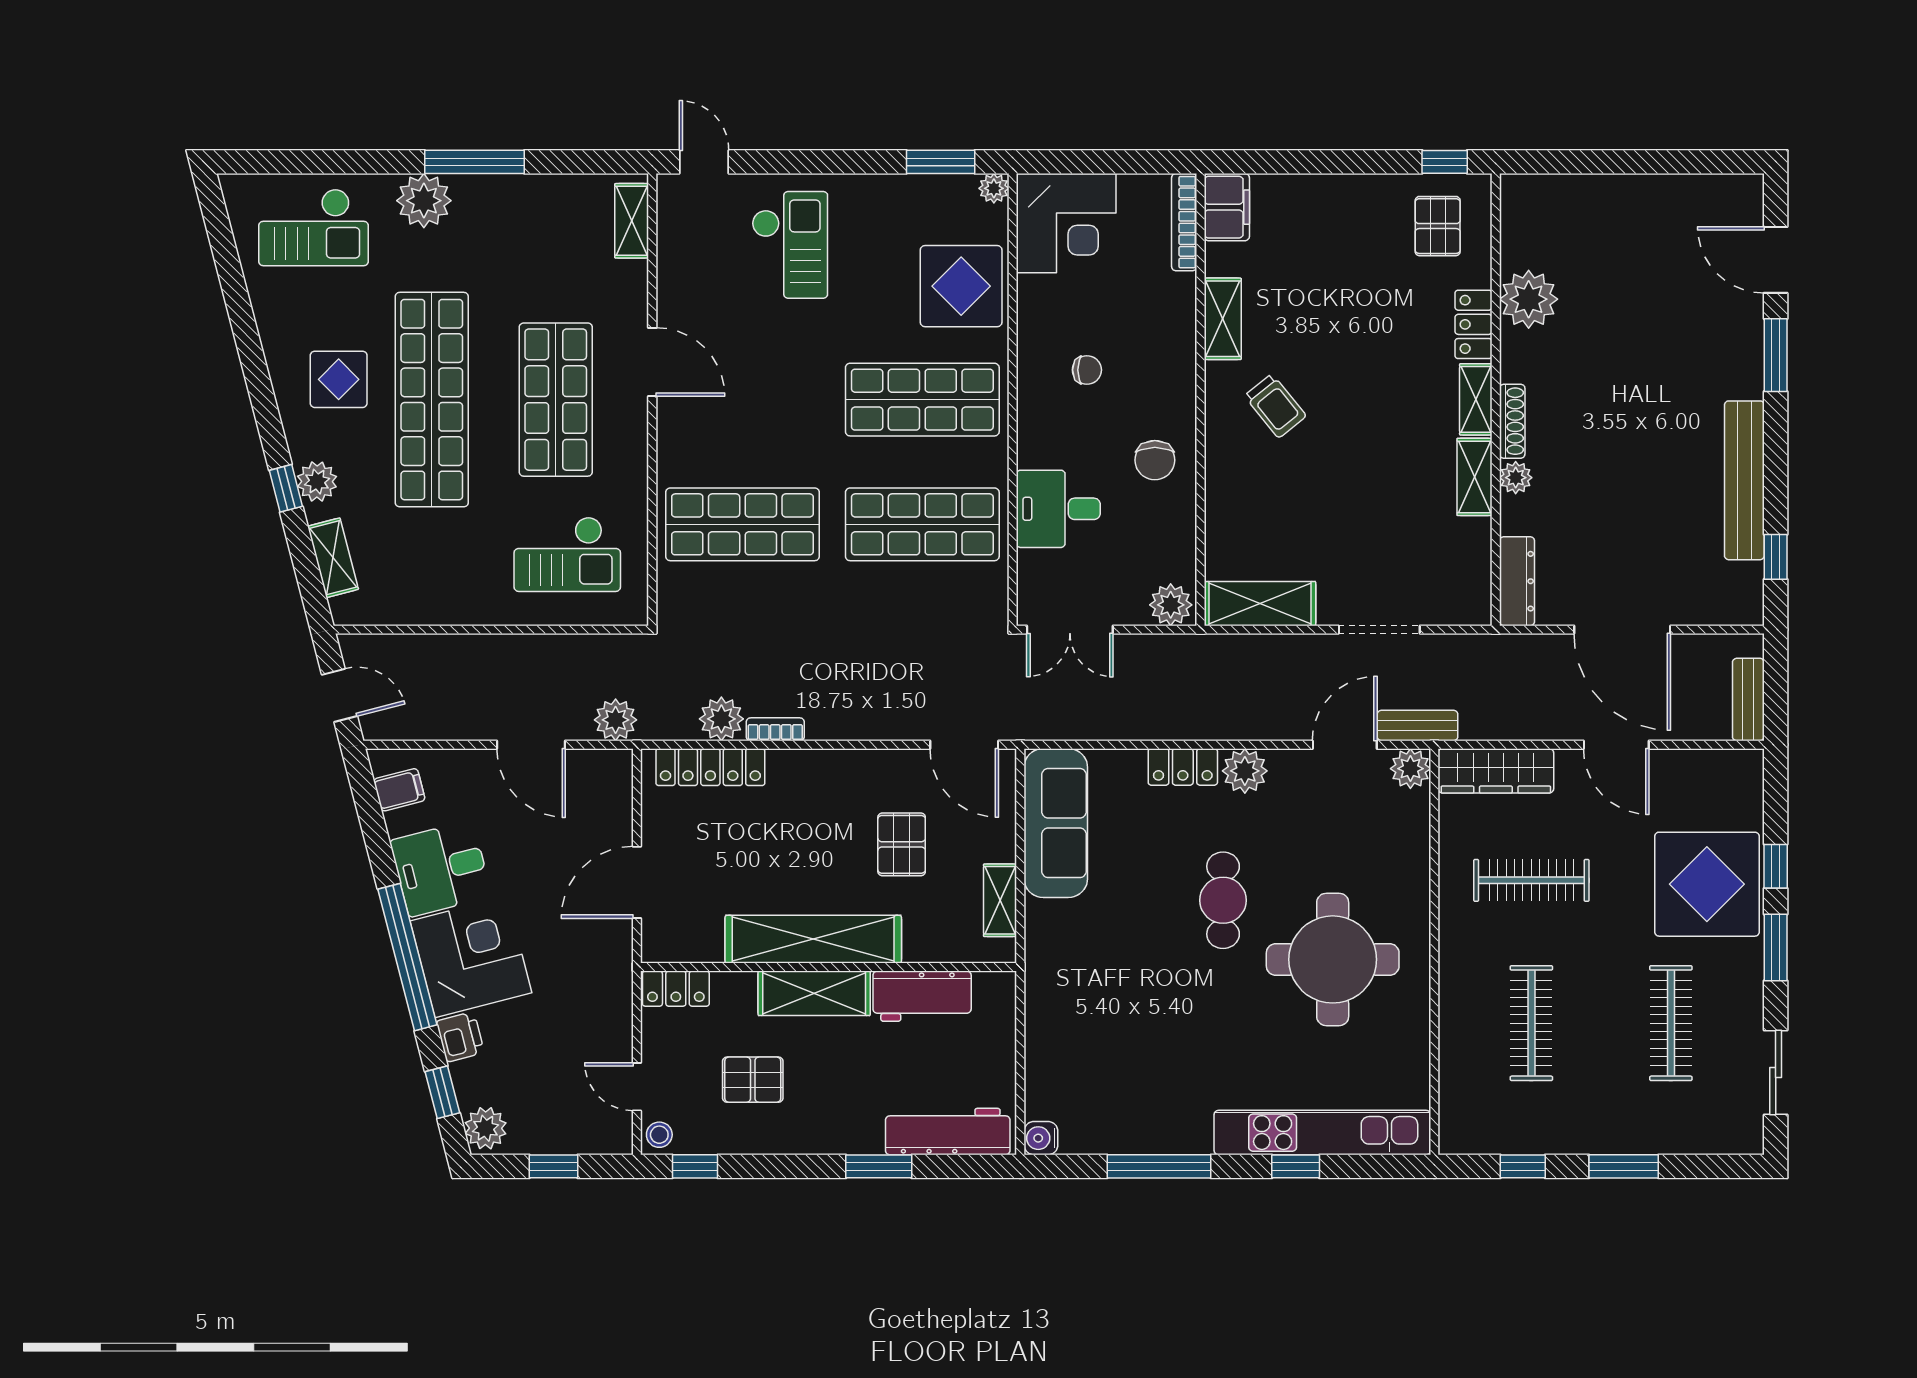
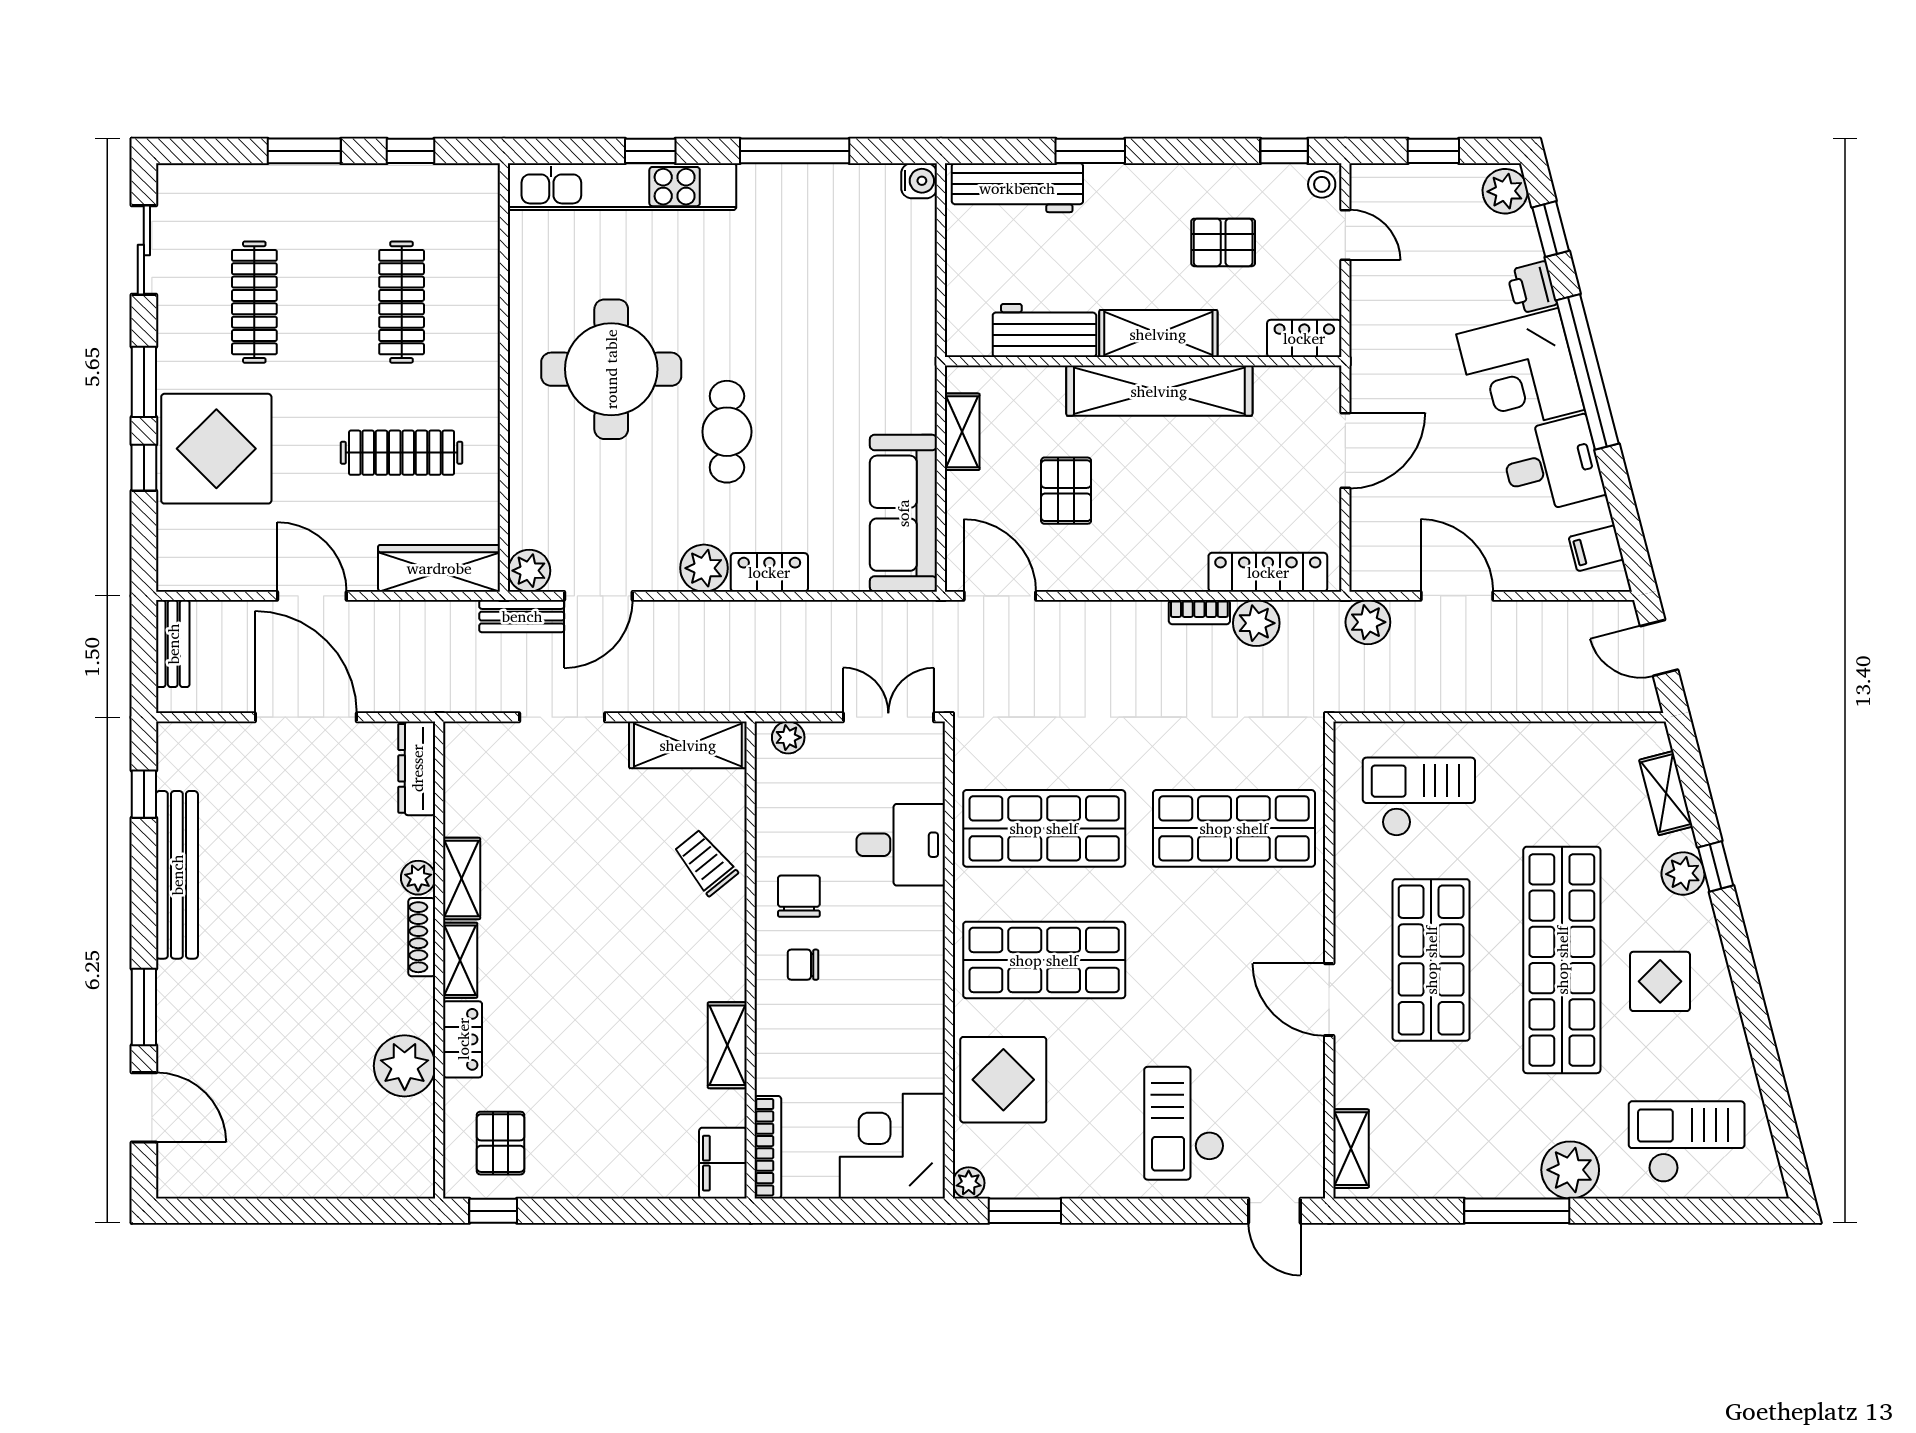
chair: (1087, 370) -> (803, 965), moved
trolley: (1275, 406) -> (706, 862), moved
plant: (1171, 605) -> (788, 737), width x0.73, depth x0.73

